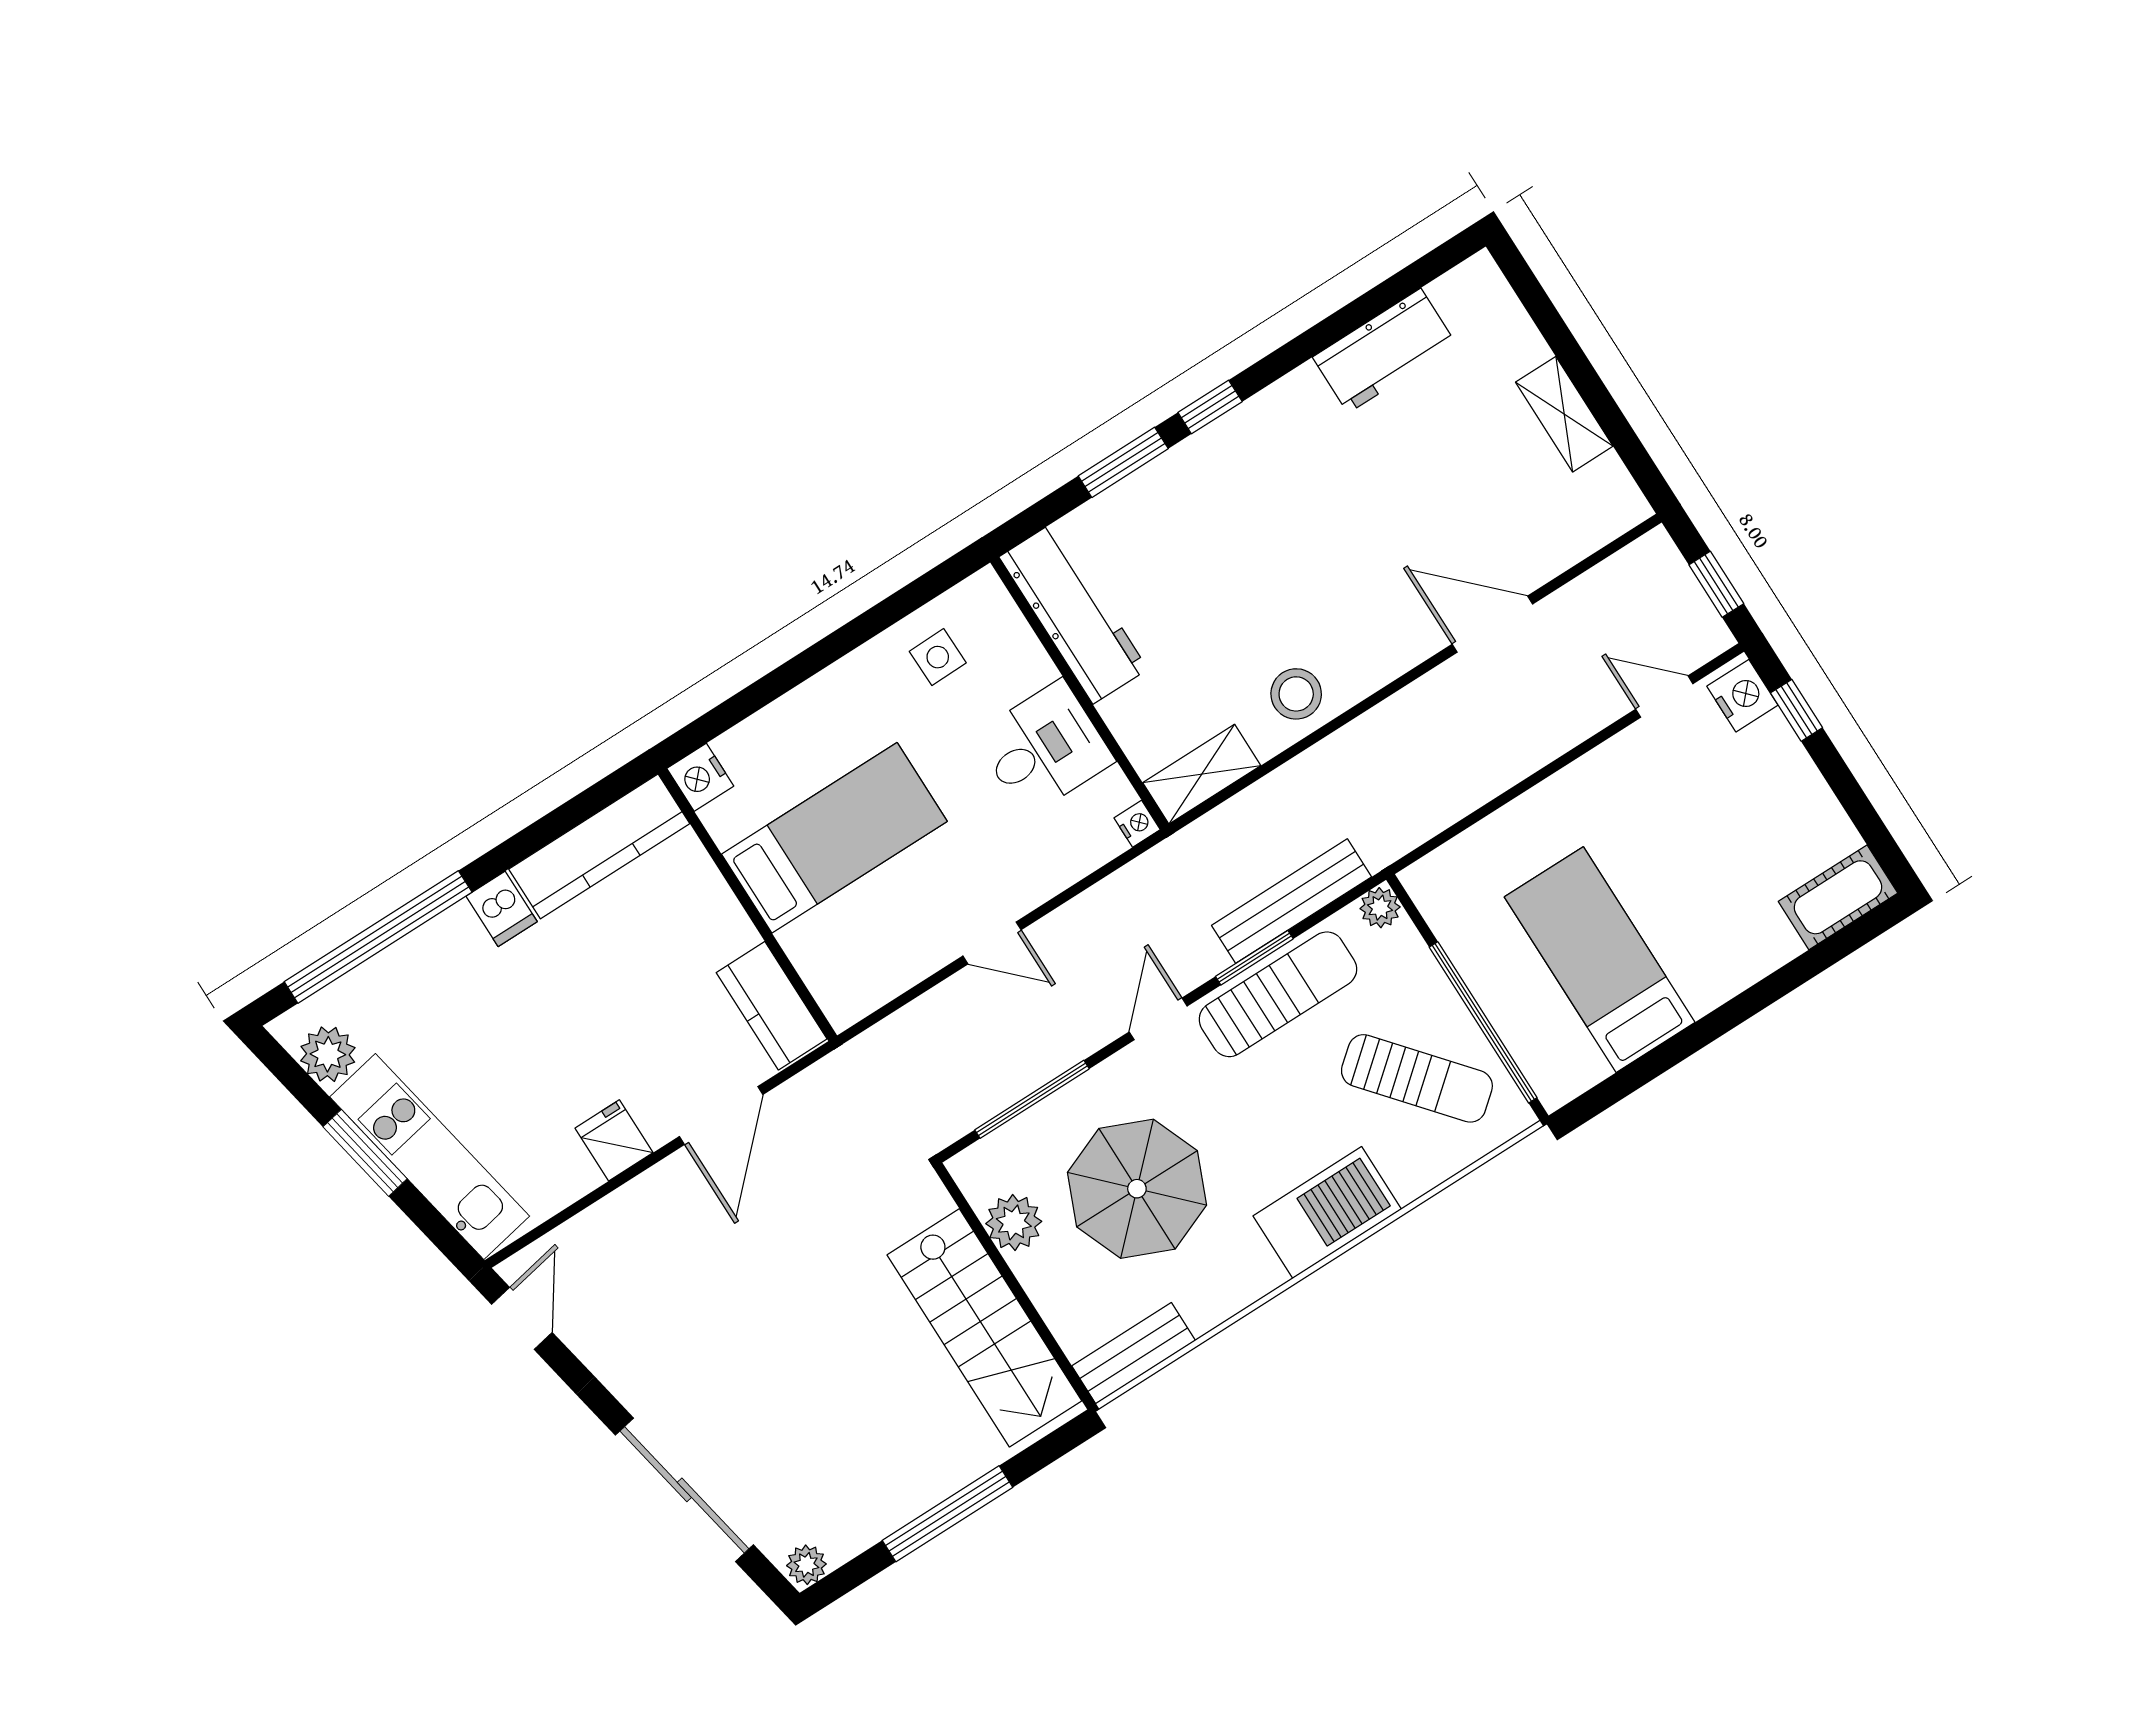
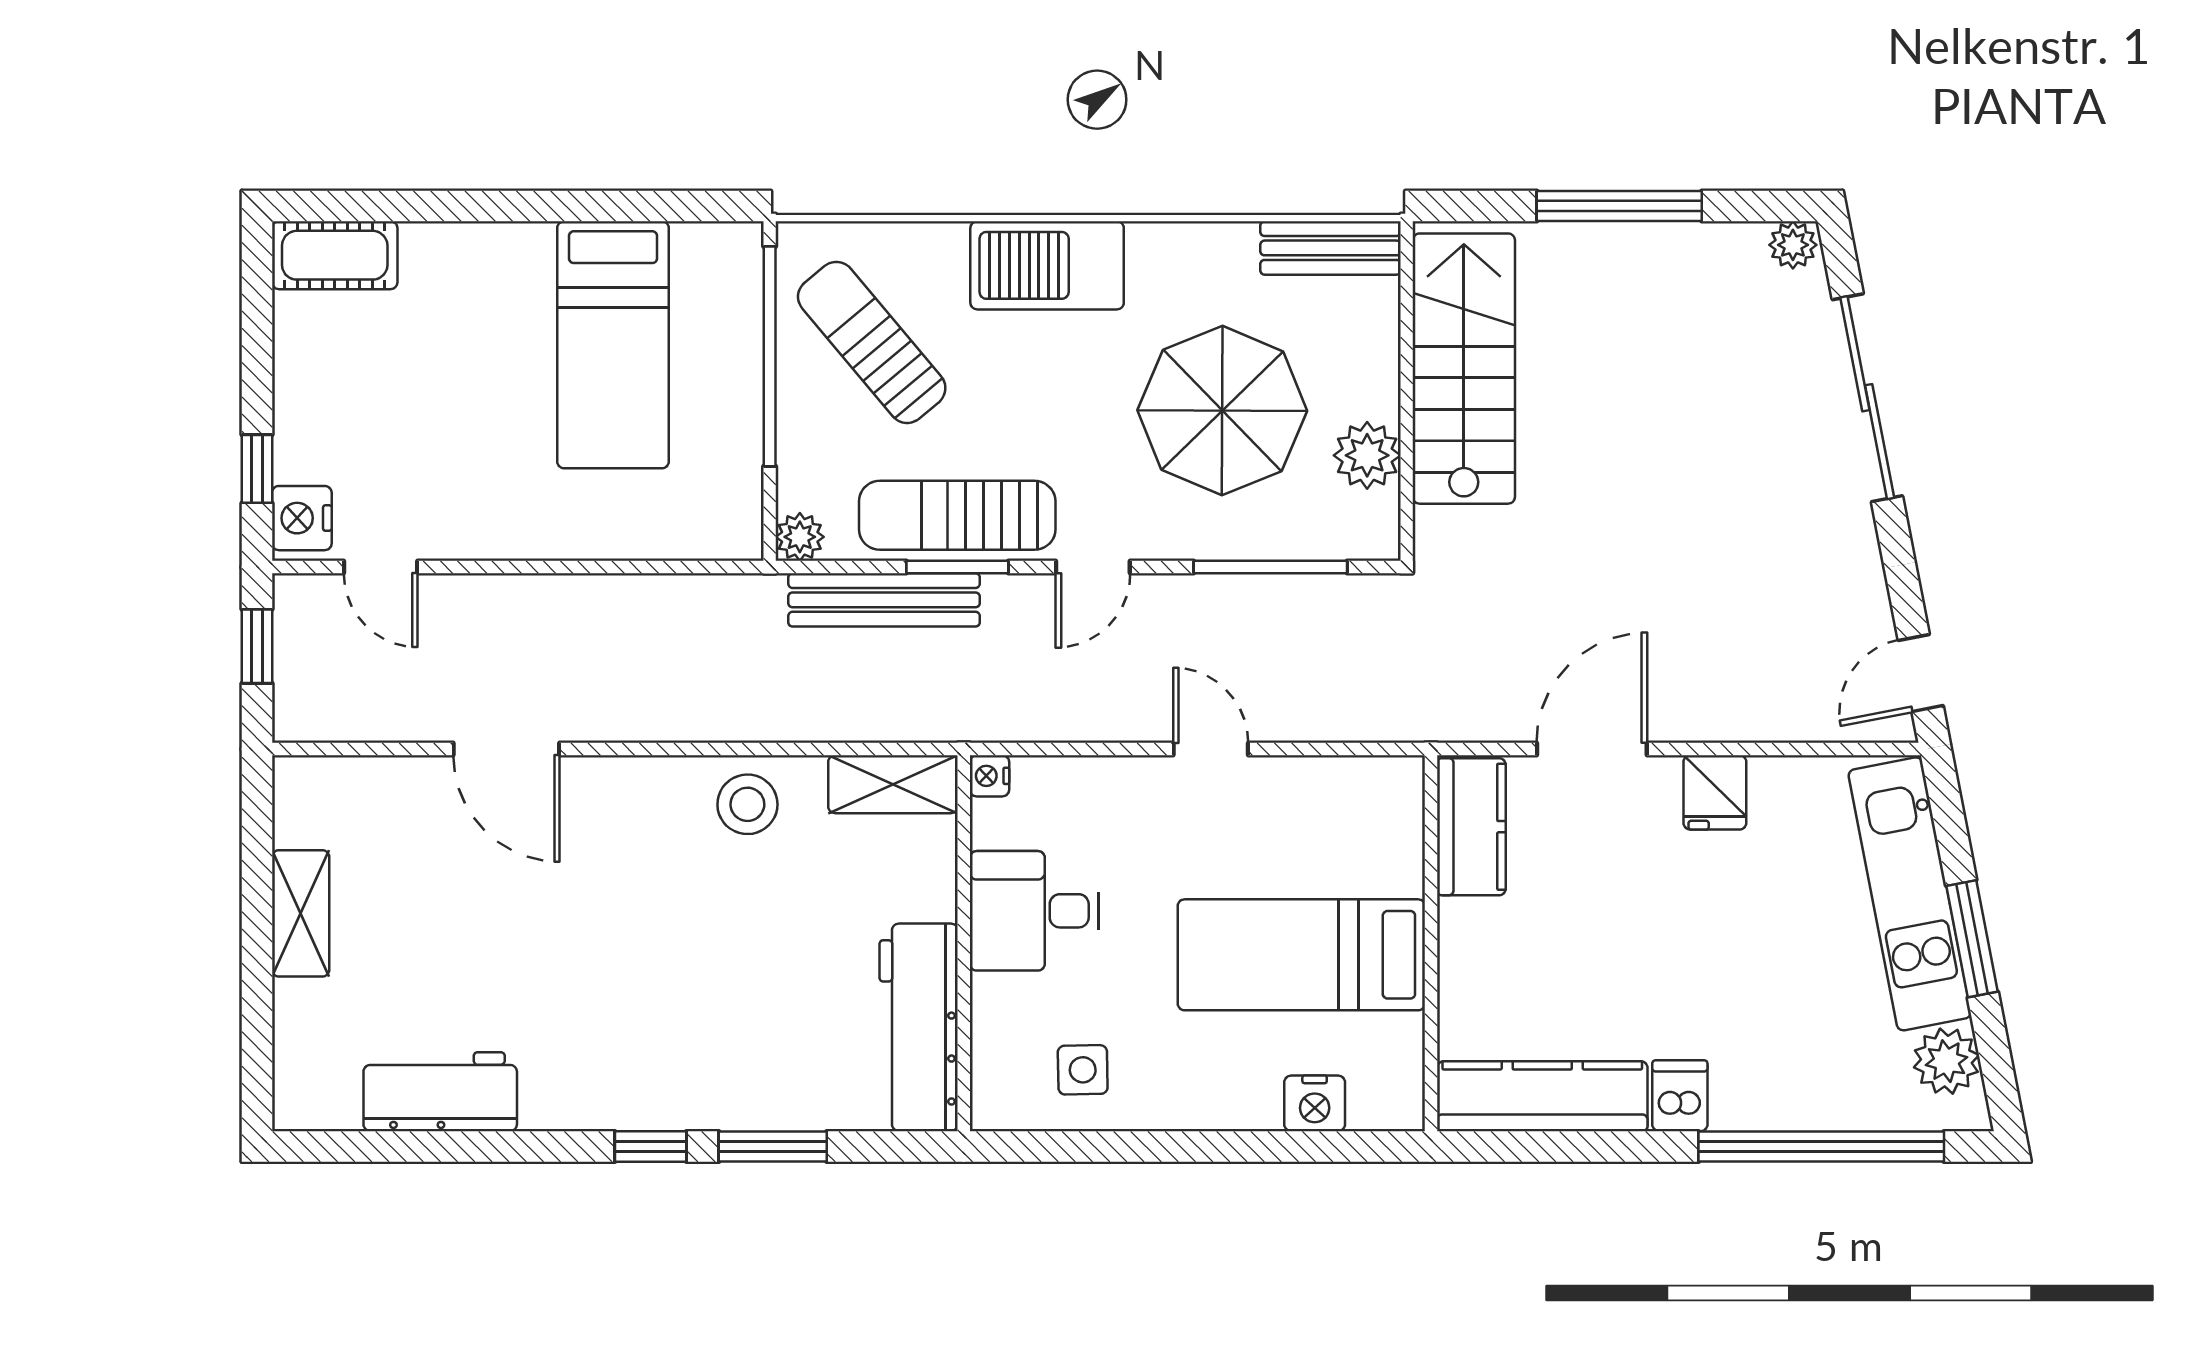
nightstand: (700, 777) -> (1315, 1103), moved, turned 90

